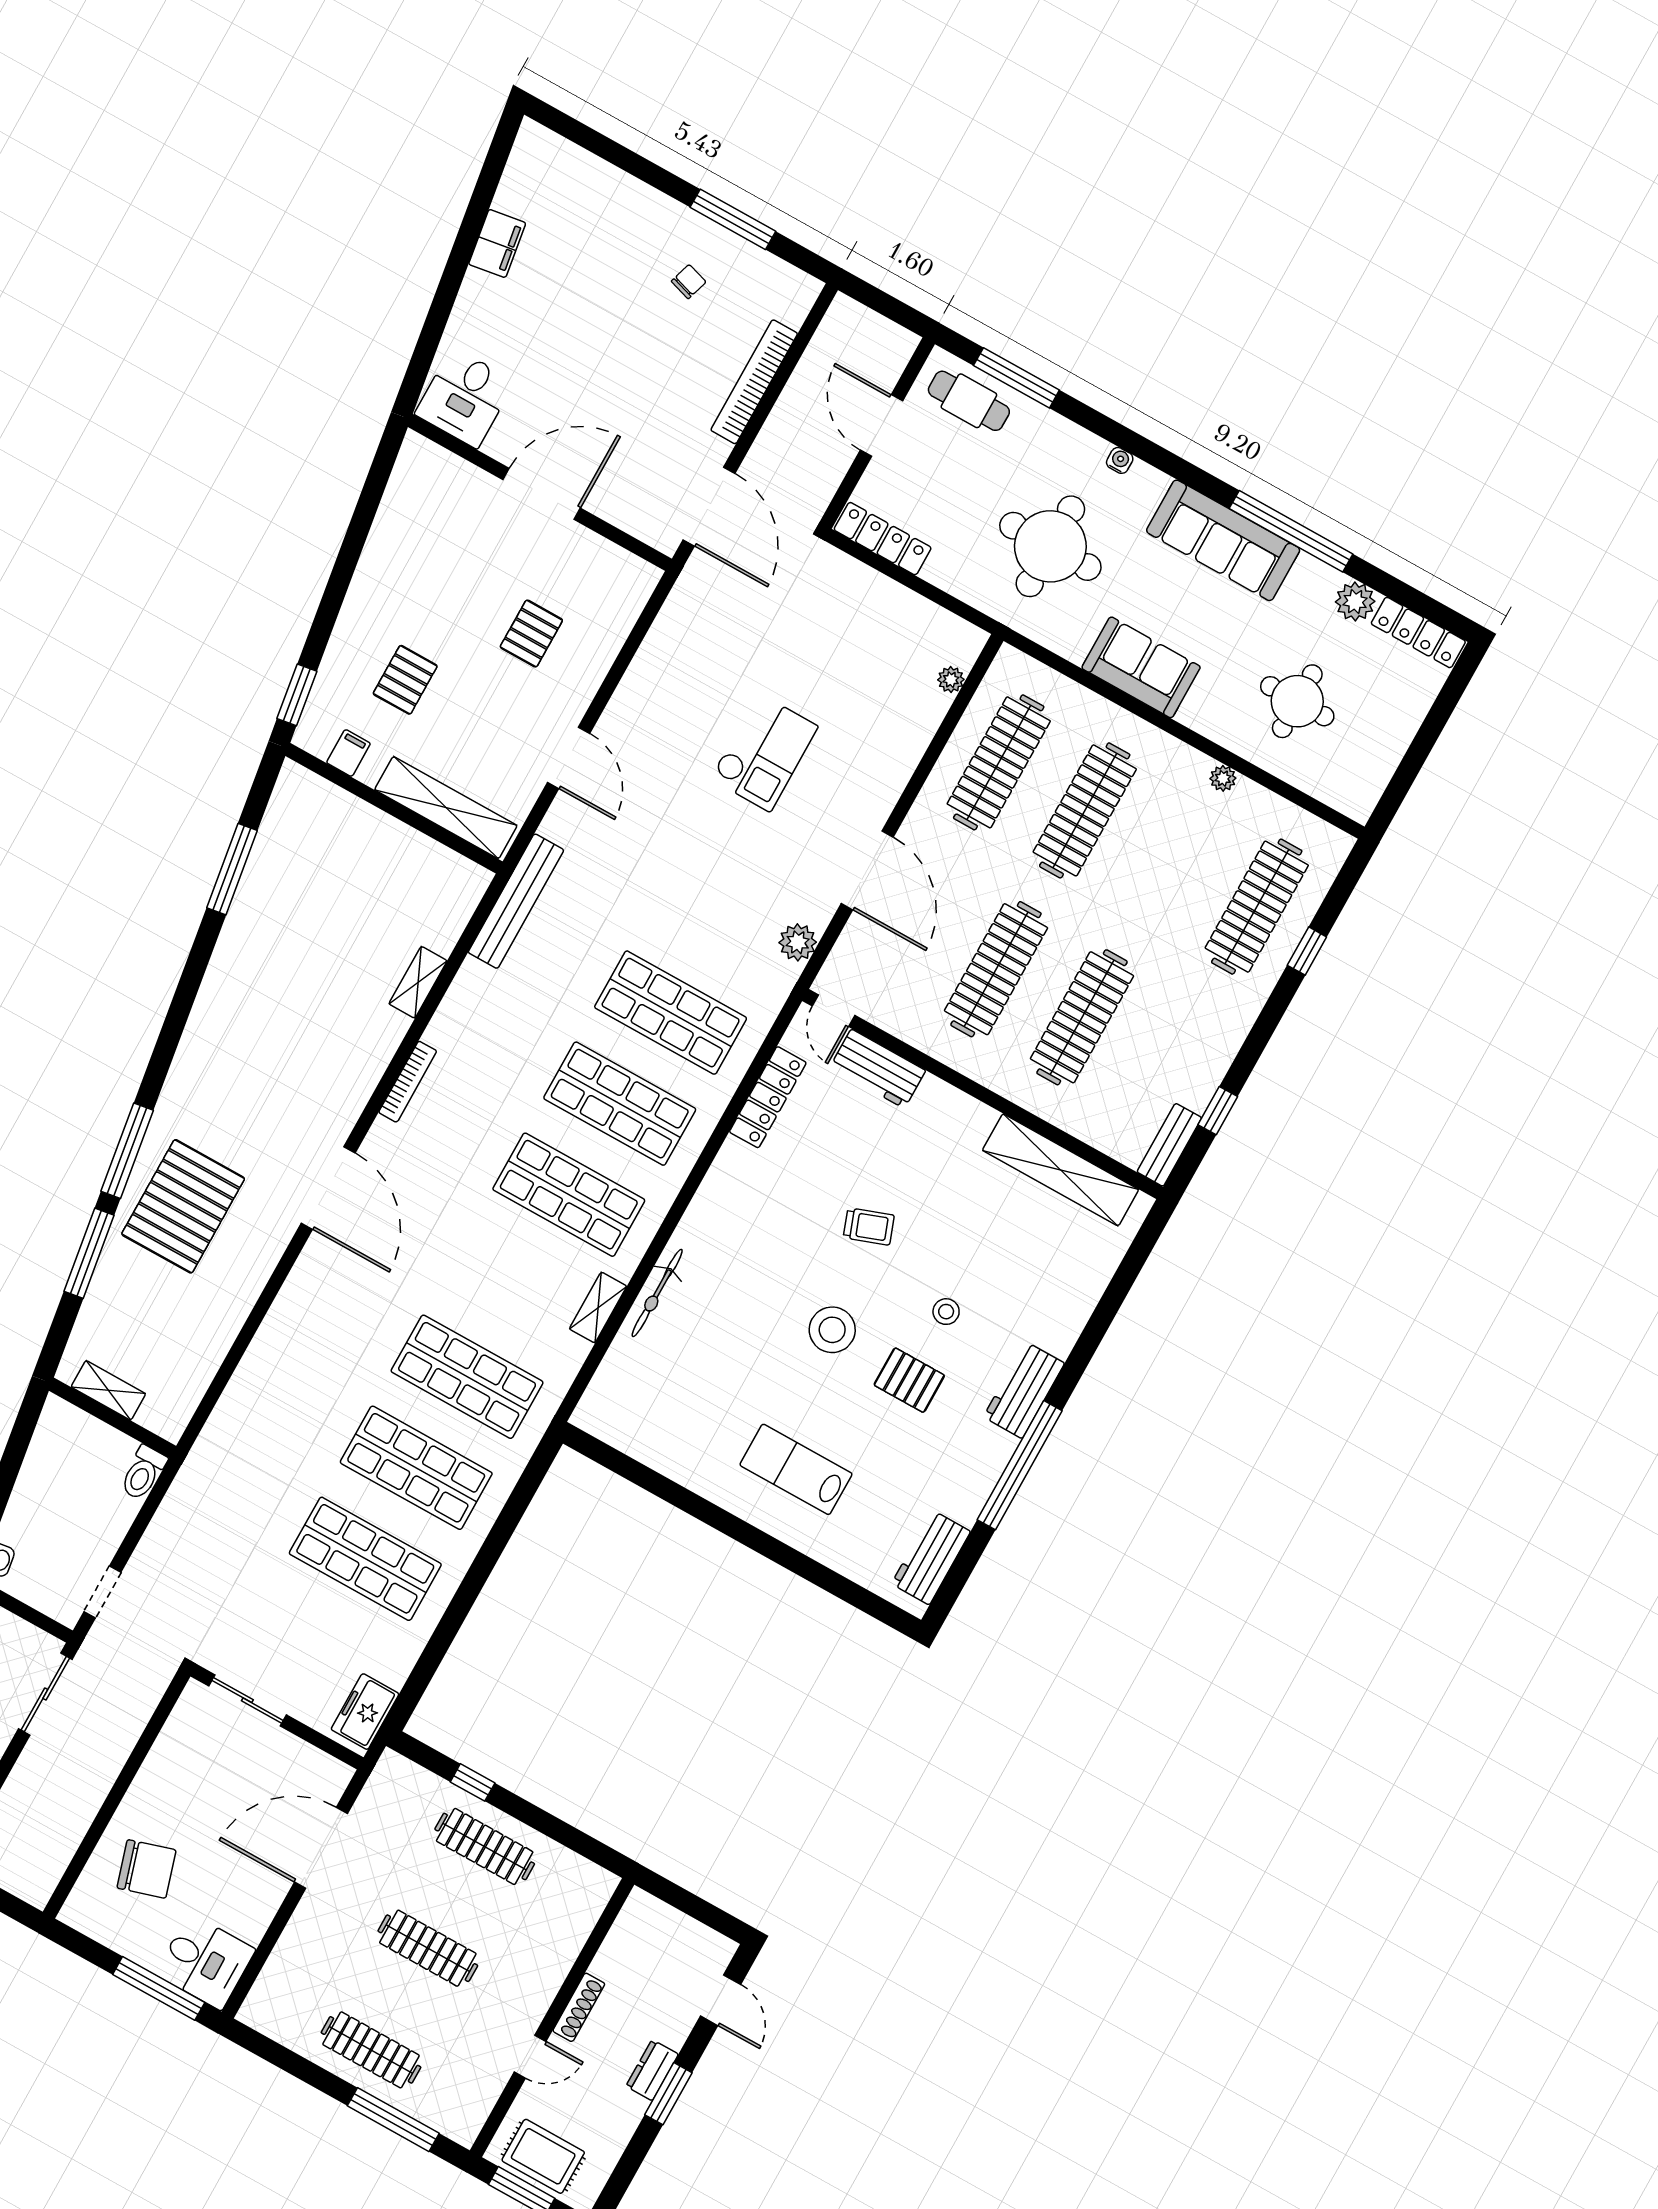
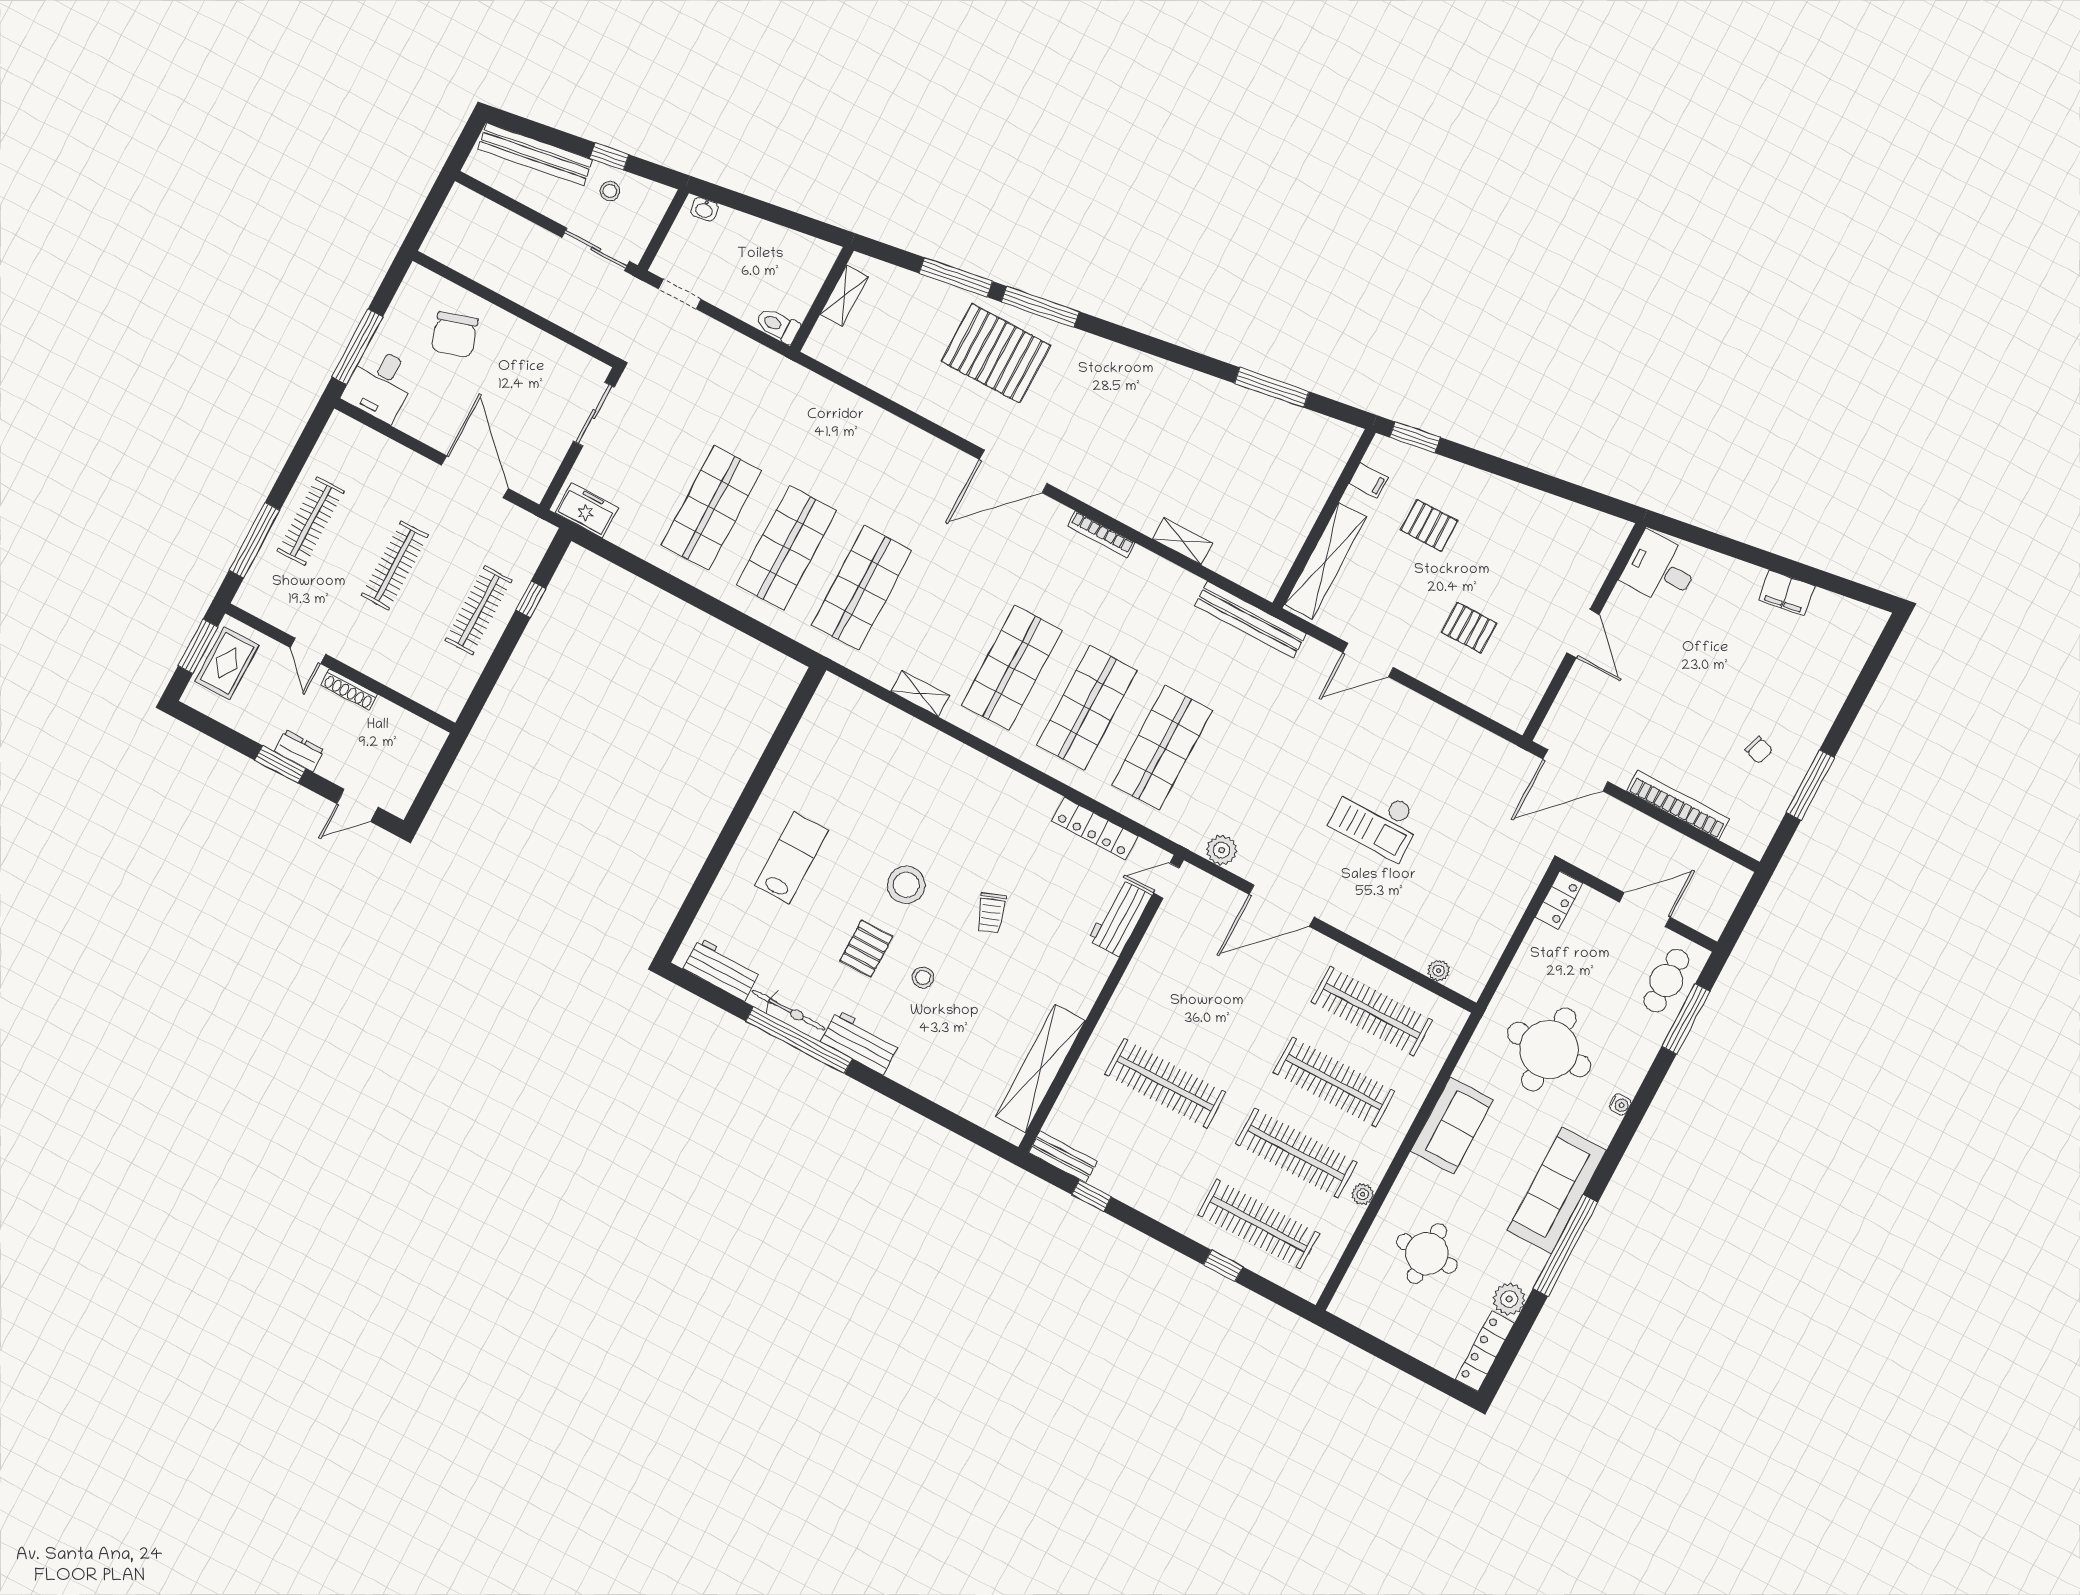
door: (542, 494) -> (1583, 634), width x0.73
locker: (883, 539) -> (1559, 900), width x0.66
clothes rail: (996, 969) -> (1296, 1153), moved
bicycle: (657, 1293) -> (788, 1010), moved, turned 180

